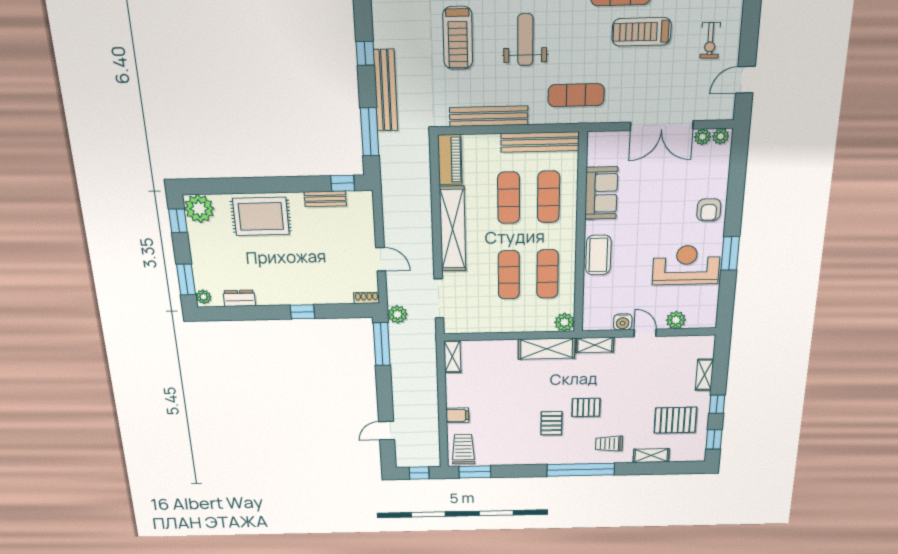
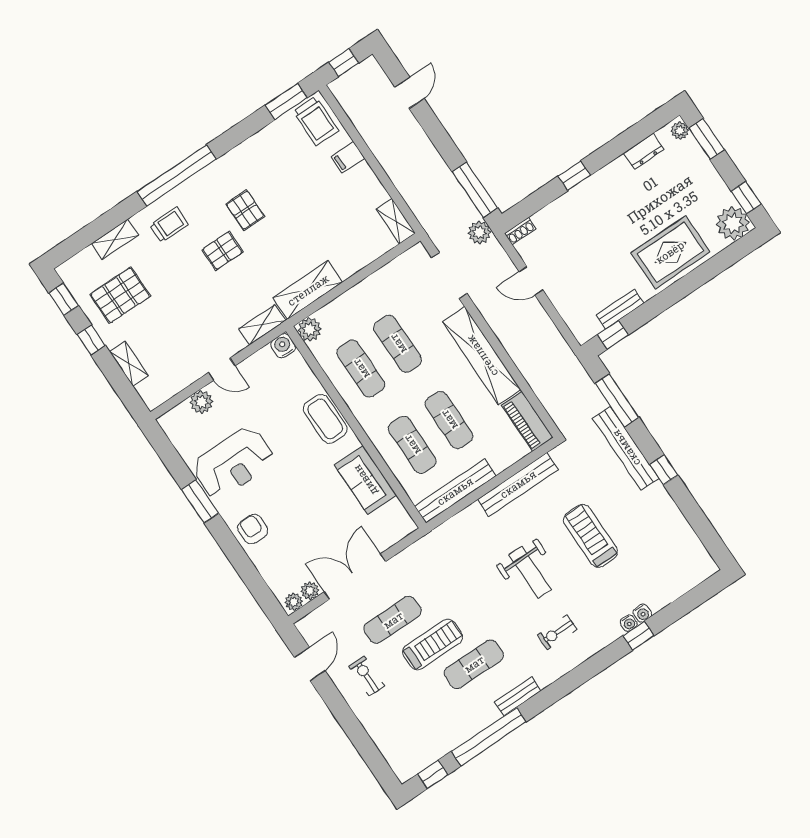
exercise mat: (576, 95) -> (393, 620), moved
water cooler: (623, 322) -> (283, 346), moved

